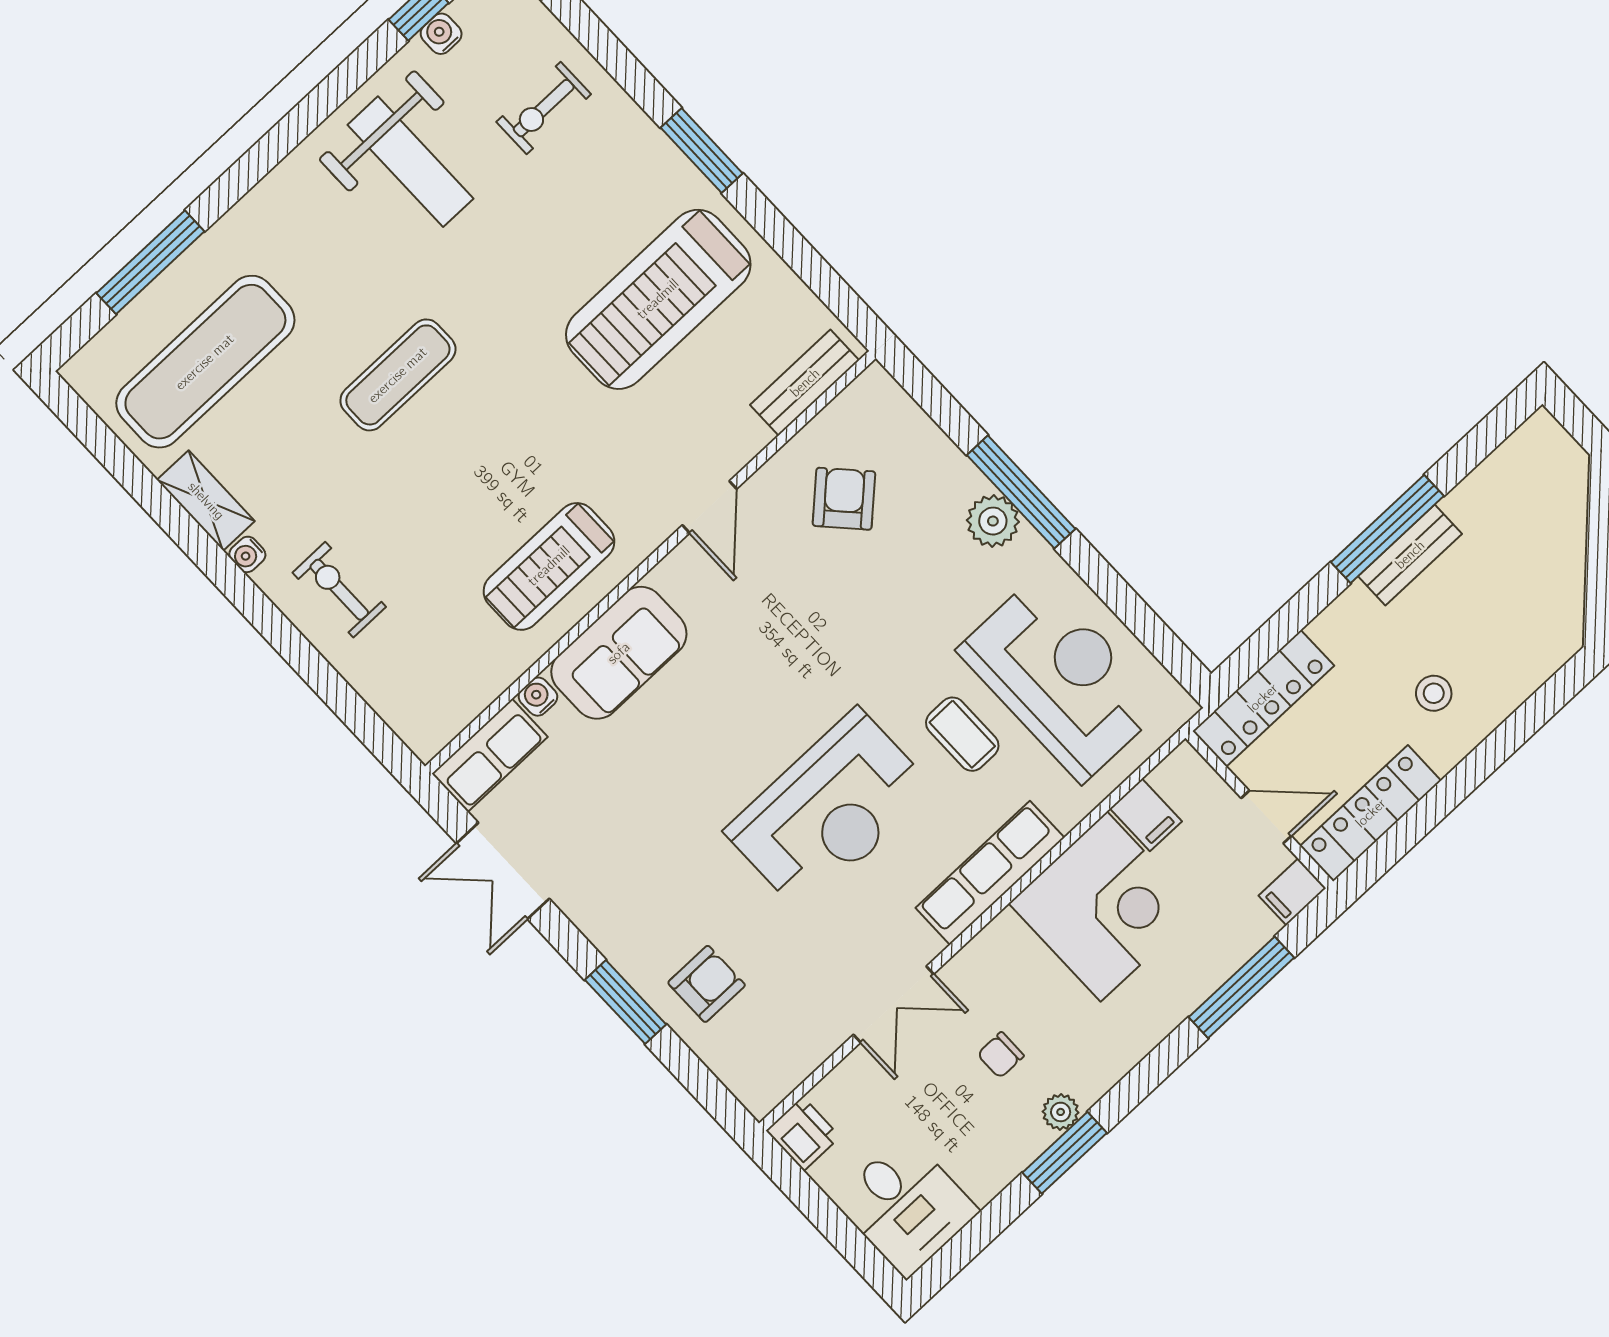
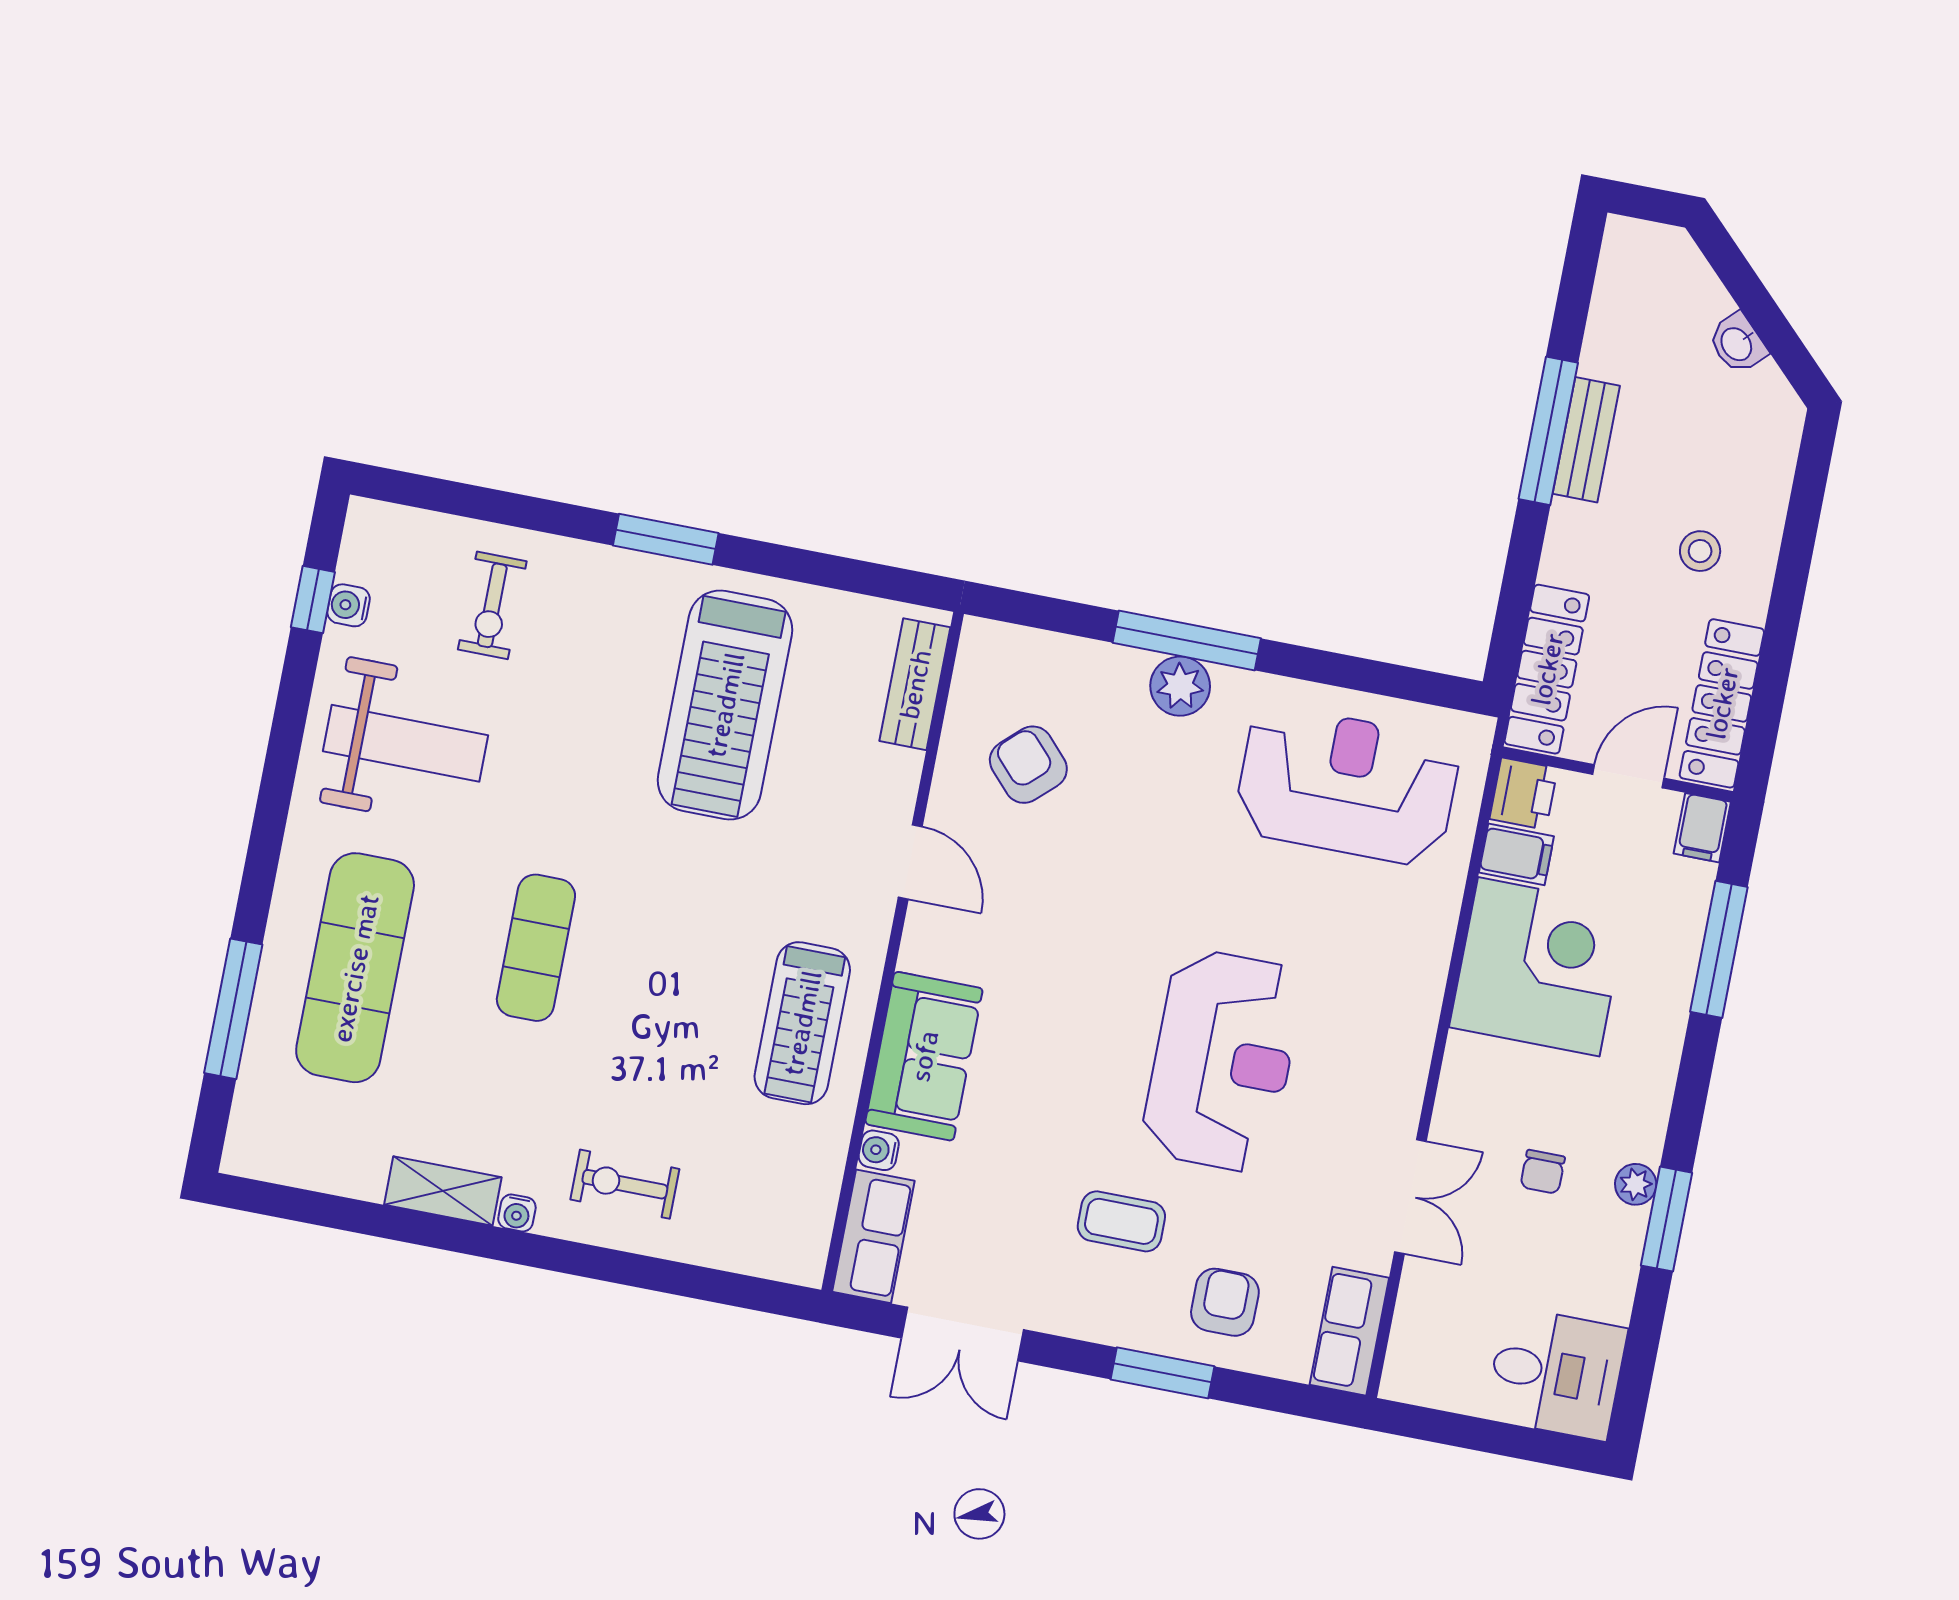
exercise mat: (205, 362) -> (355, 968), moved
washbasin: (1568, 564) -> (1737, 343), added
coffee table: (962, 734) -> (1121, 1221), moved
row of seats: (990, 873) -> (1349, 1331), moved, width x0.68
printer: (803, 1134) -> (1524, 794), moved, turned 90

